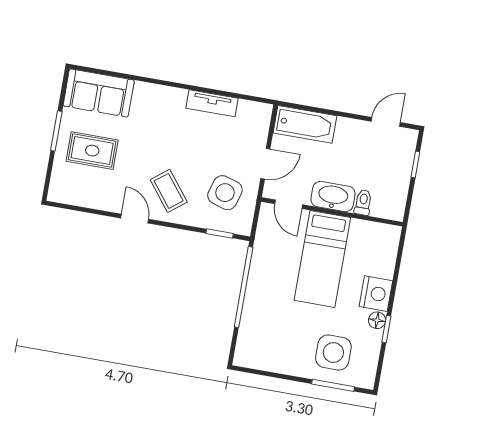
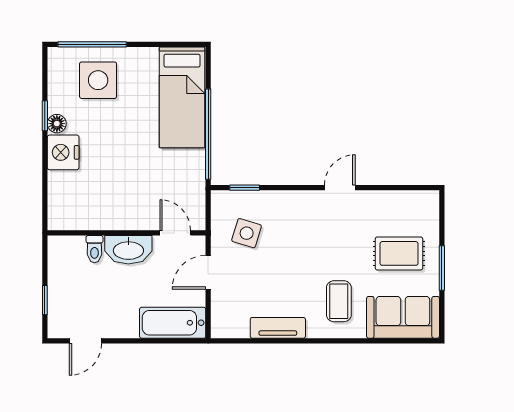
coffee table: (169, 191) -> (339, 301), moved, turned 38
side table: (225, 193) -> (247, 233), width x0.73, depth x0.73
door: (135, 219) -> (340, 188), swing flipped
bed: (322, 259) -> (182, 97), moved, turned 180
window: (333, 385) -> (92, 44), width x1.44

